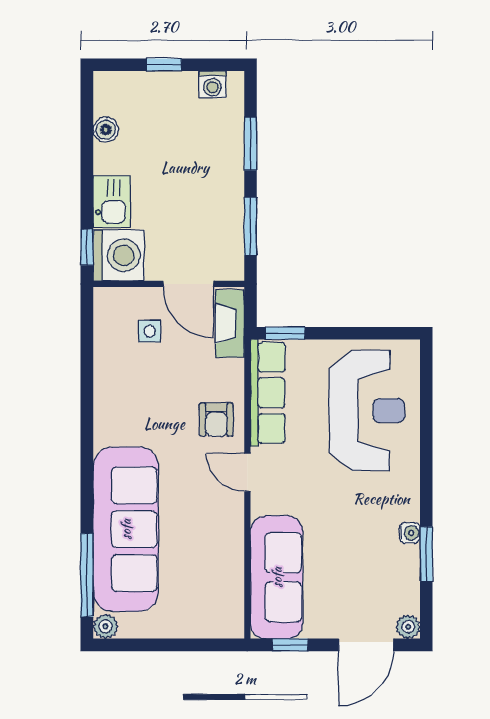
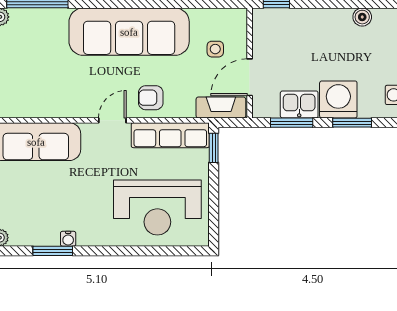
kitchen sink: (112, 202) -> (299, 104), moved, turned 180
washing machine: (119, 255) -> (338, 99), moved, turned 180
sofa: (126, 529) -> (129, 32), moved

